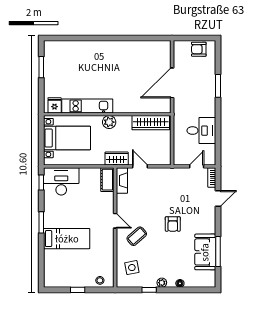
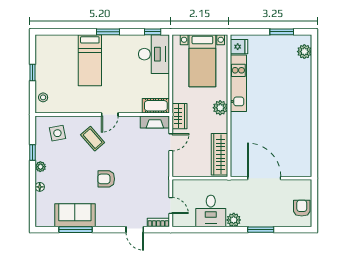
plant: (59, 47) -> (304, 52), added
plant: (209, 110) -> (234, 220), added

